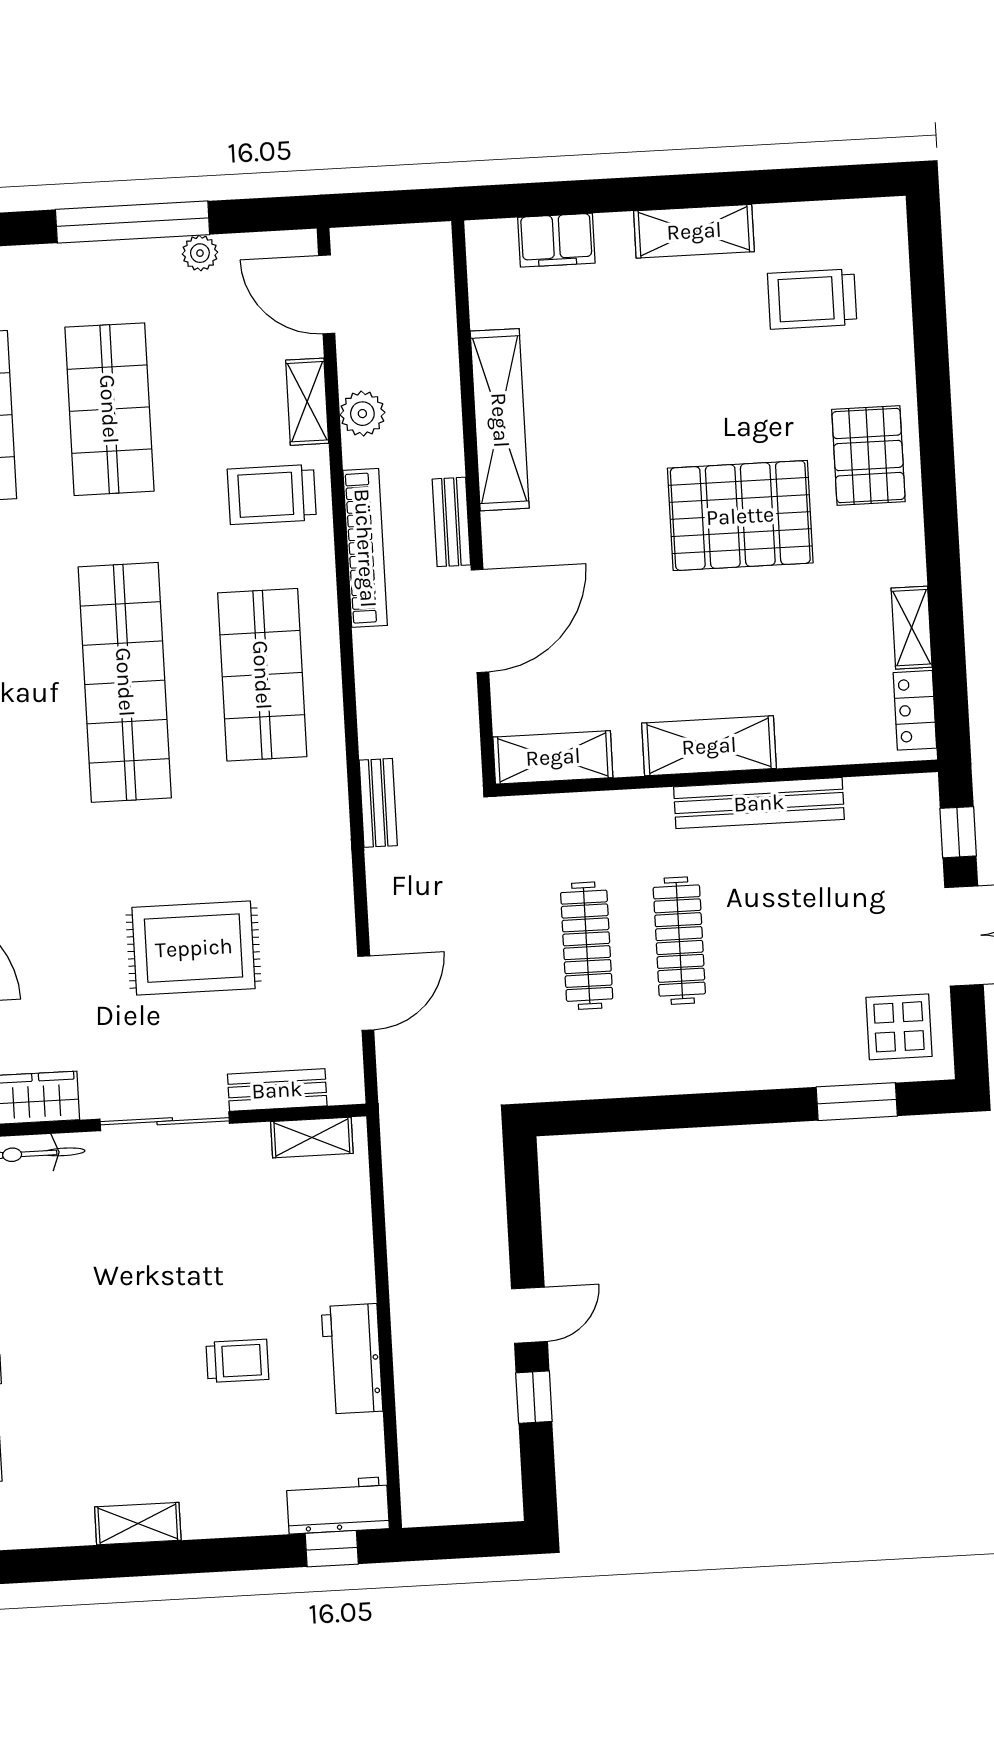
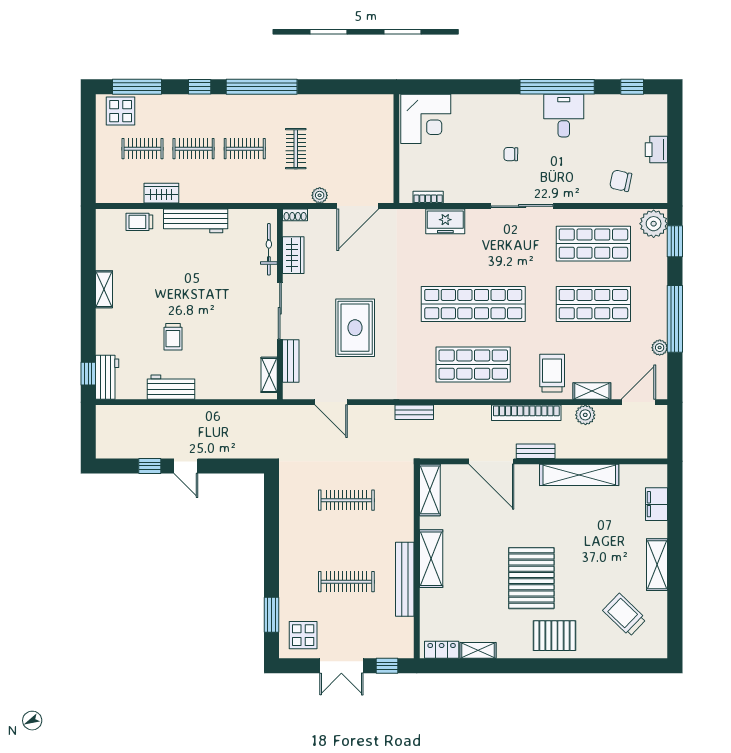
trolley: (812, 299) -> (624, 615), turned -46
clothes rail: (679, 941) -> (346, 582), moved

